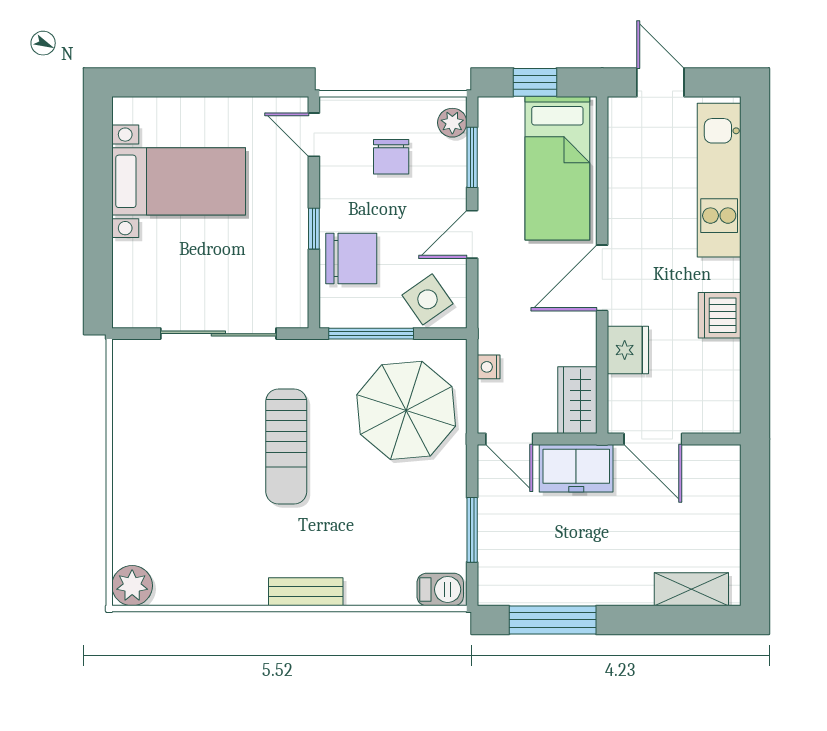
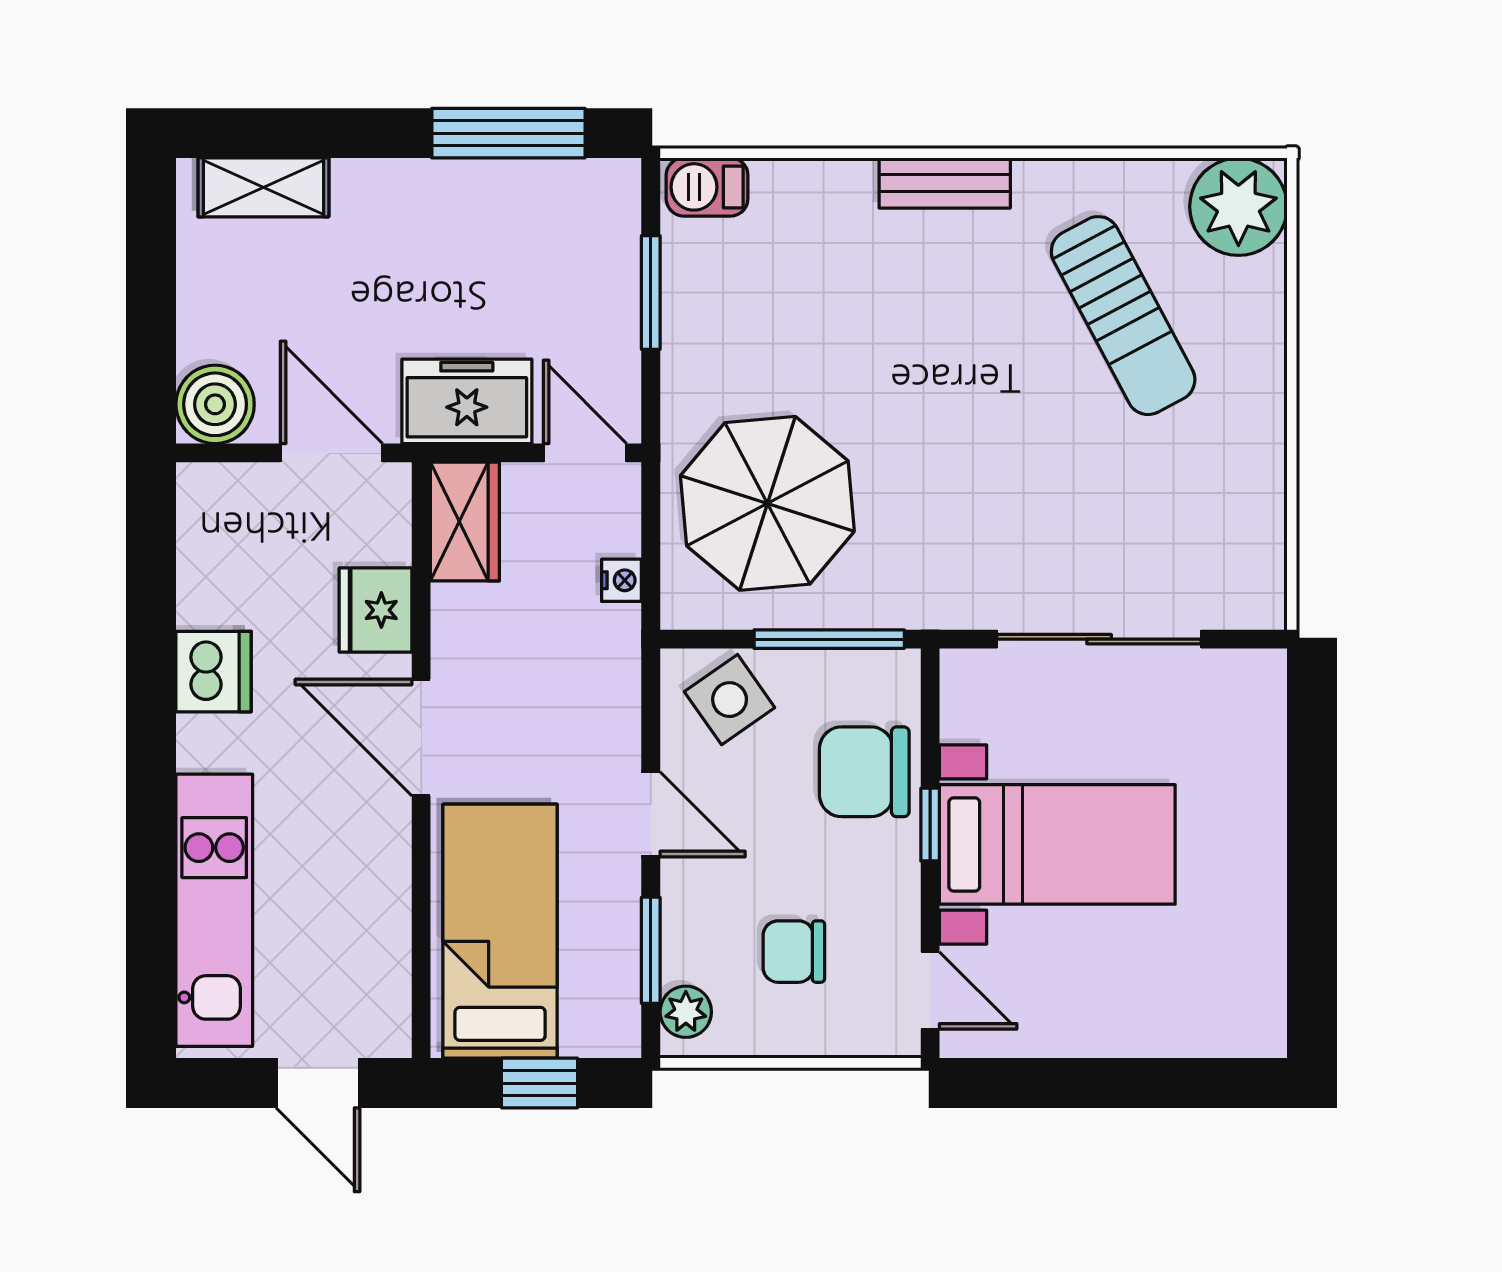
chair: (391, 157) -> (794, 952), turned -90
bed with nightstands: (179, 181) -> (1057, 844), moved, turned 180
door: (472, 234) -> (651, 814), hinge flipped
door: (602, 278) -> (421, 737), swing flipped
sun lounger: (286, 447) -> (1123, 316), moved, turned 152
boiler: (719, 466) -> (215, 404), added
plant: (132, 586) -> (1238, 207), width x1.36, depth x1.36

